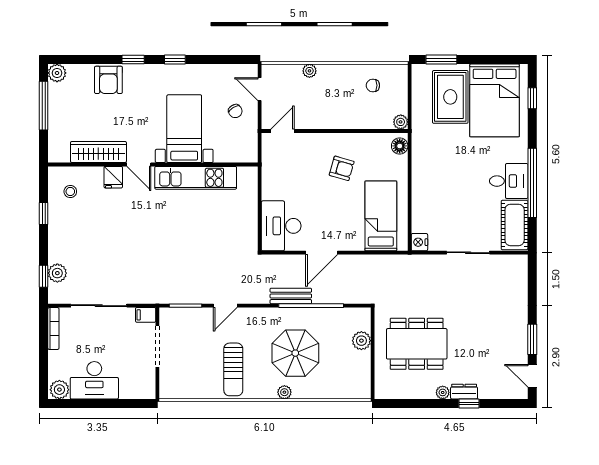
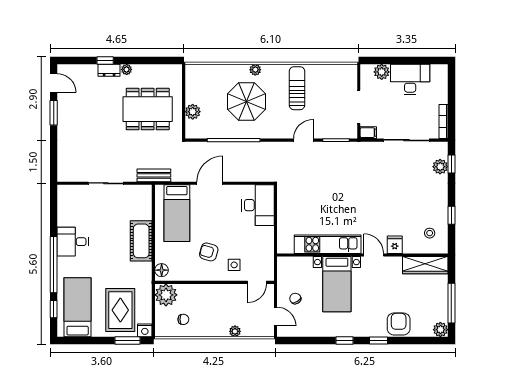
bed: (495, 100) -> (78, 307), width x0.67
plant: (401, 122) -> (166, 295), width x1.87, depth x1.87
wardrobe: (98, 152) -> (425, 265), moved
side table: (310, 152) -> (234, 265), added
window: (532, 183) -> (54, 265), moved
cot: (515, 225) -> (141, 241), moved
nightstand: (419, 242) -> (145, 330), moved, turned 90
door: (322, 253) -> (210, 183), moved
bench: (291, 296) -> (154, 175), moved
plant: (59, 390) -> (382, 72), moved

